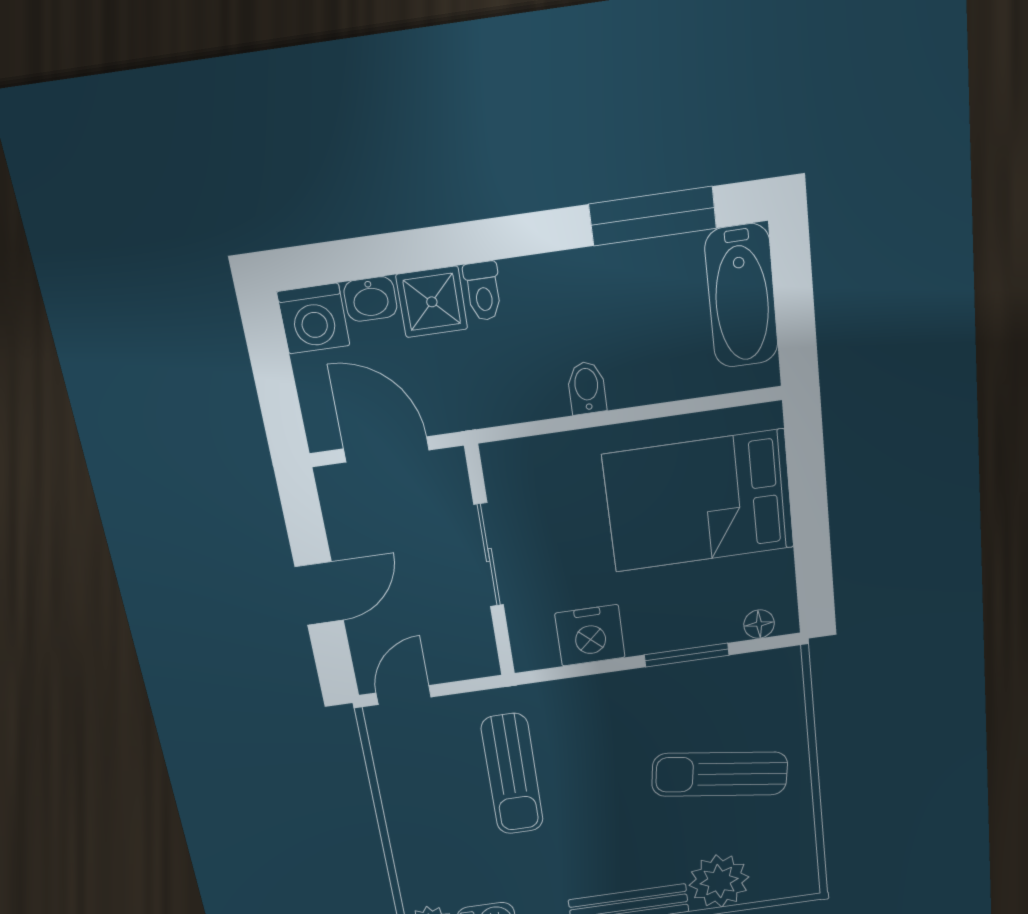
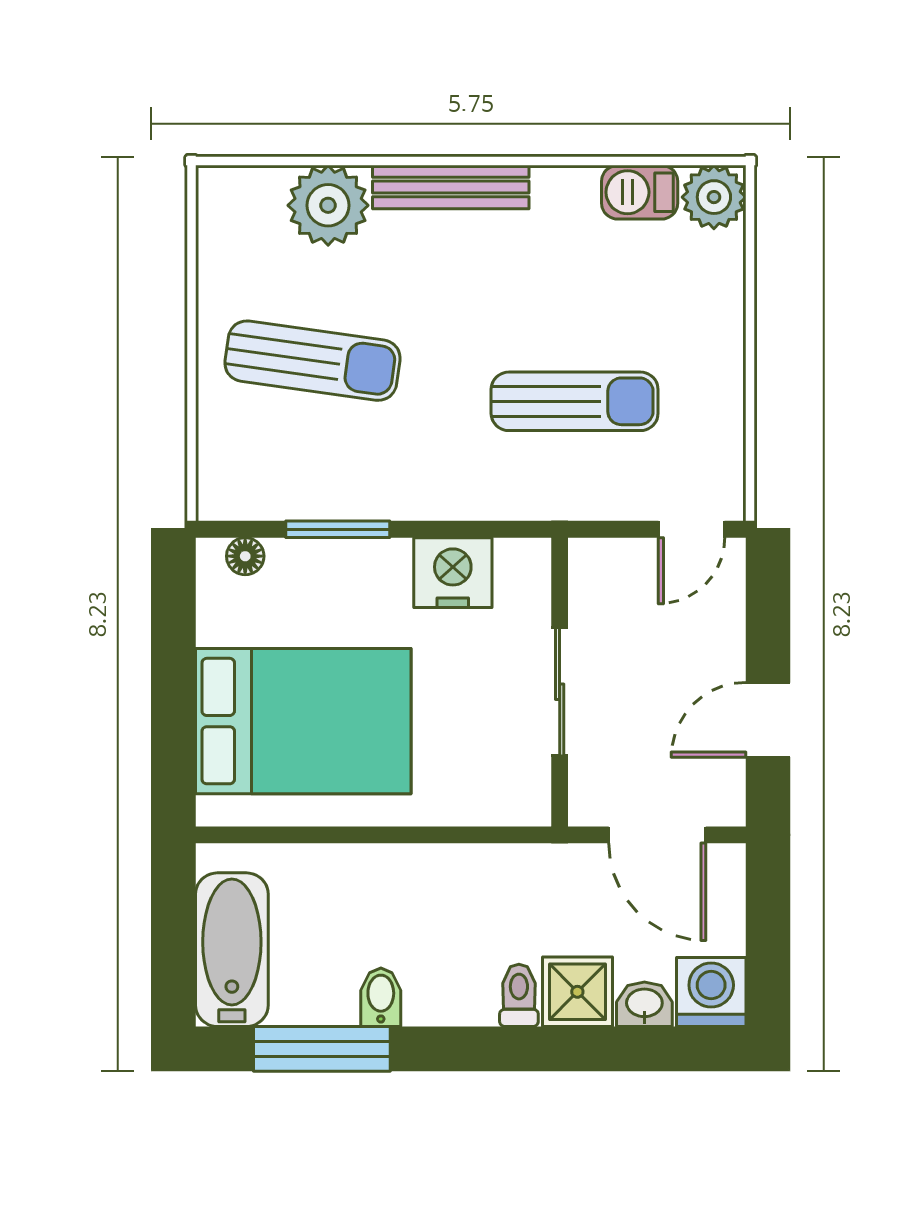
bidet: (587, 388) -> (381, 997), moved, turned 180
door: (319, 594) -> (768, 720), moved
sun lounger: (512, 774) -> (575, 401), turned 90

